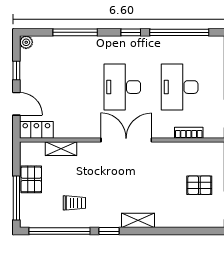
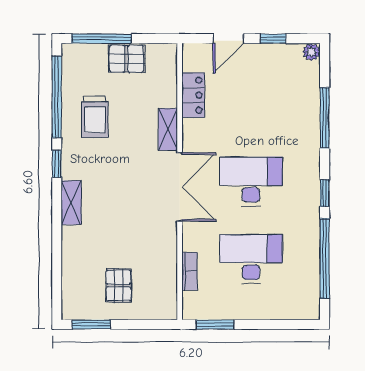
locker: (36, 130) -> (193, 95), moved
shelving: (61, 149) -> (168, 129), moved
trolley: (74, 203) -> (95, 117), width x1.36, depth x1.39

